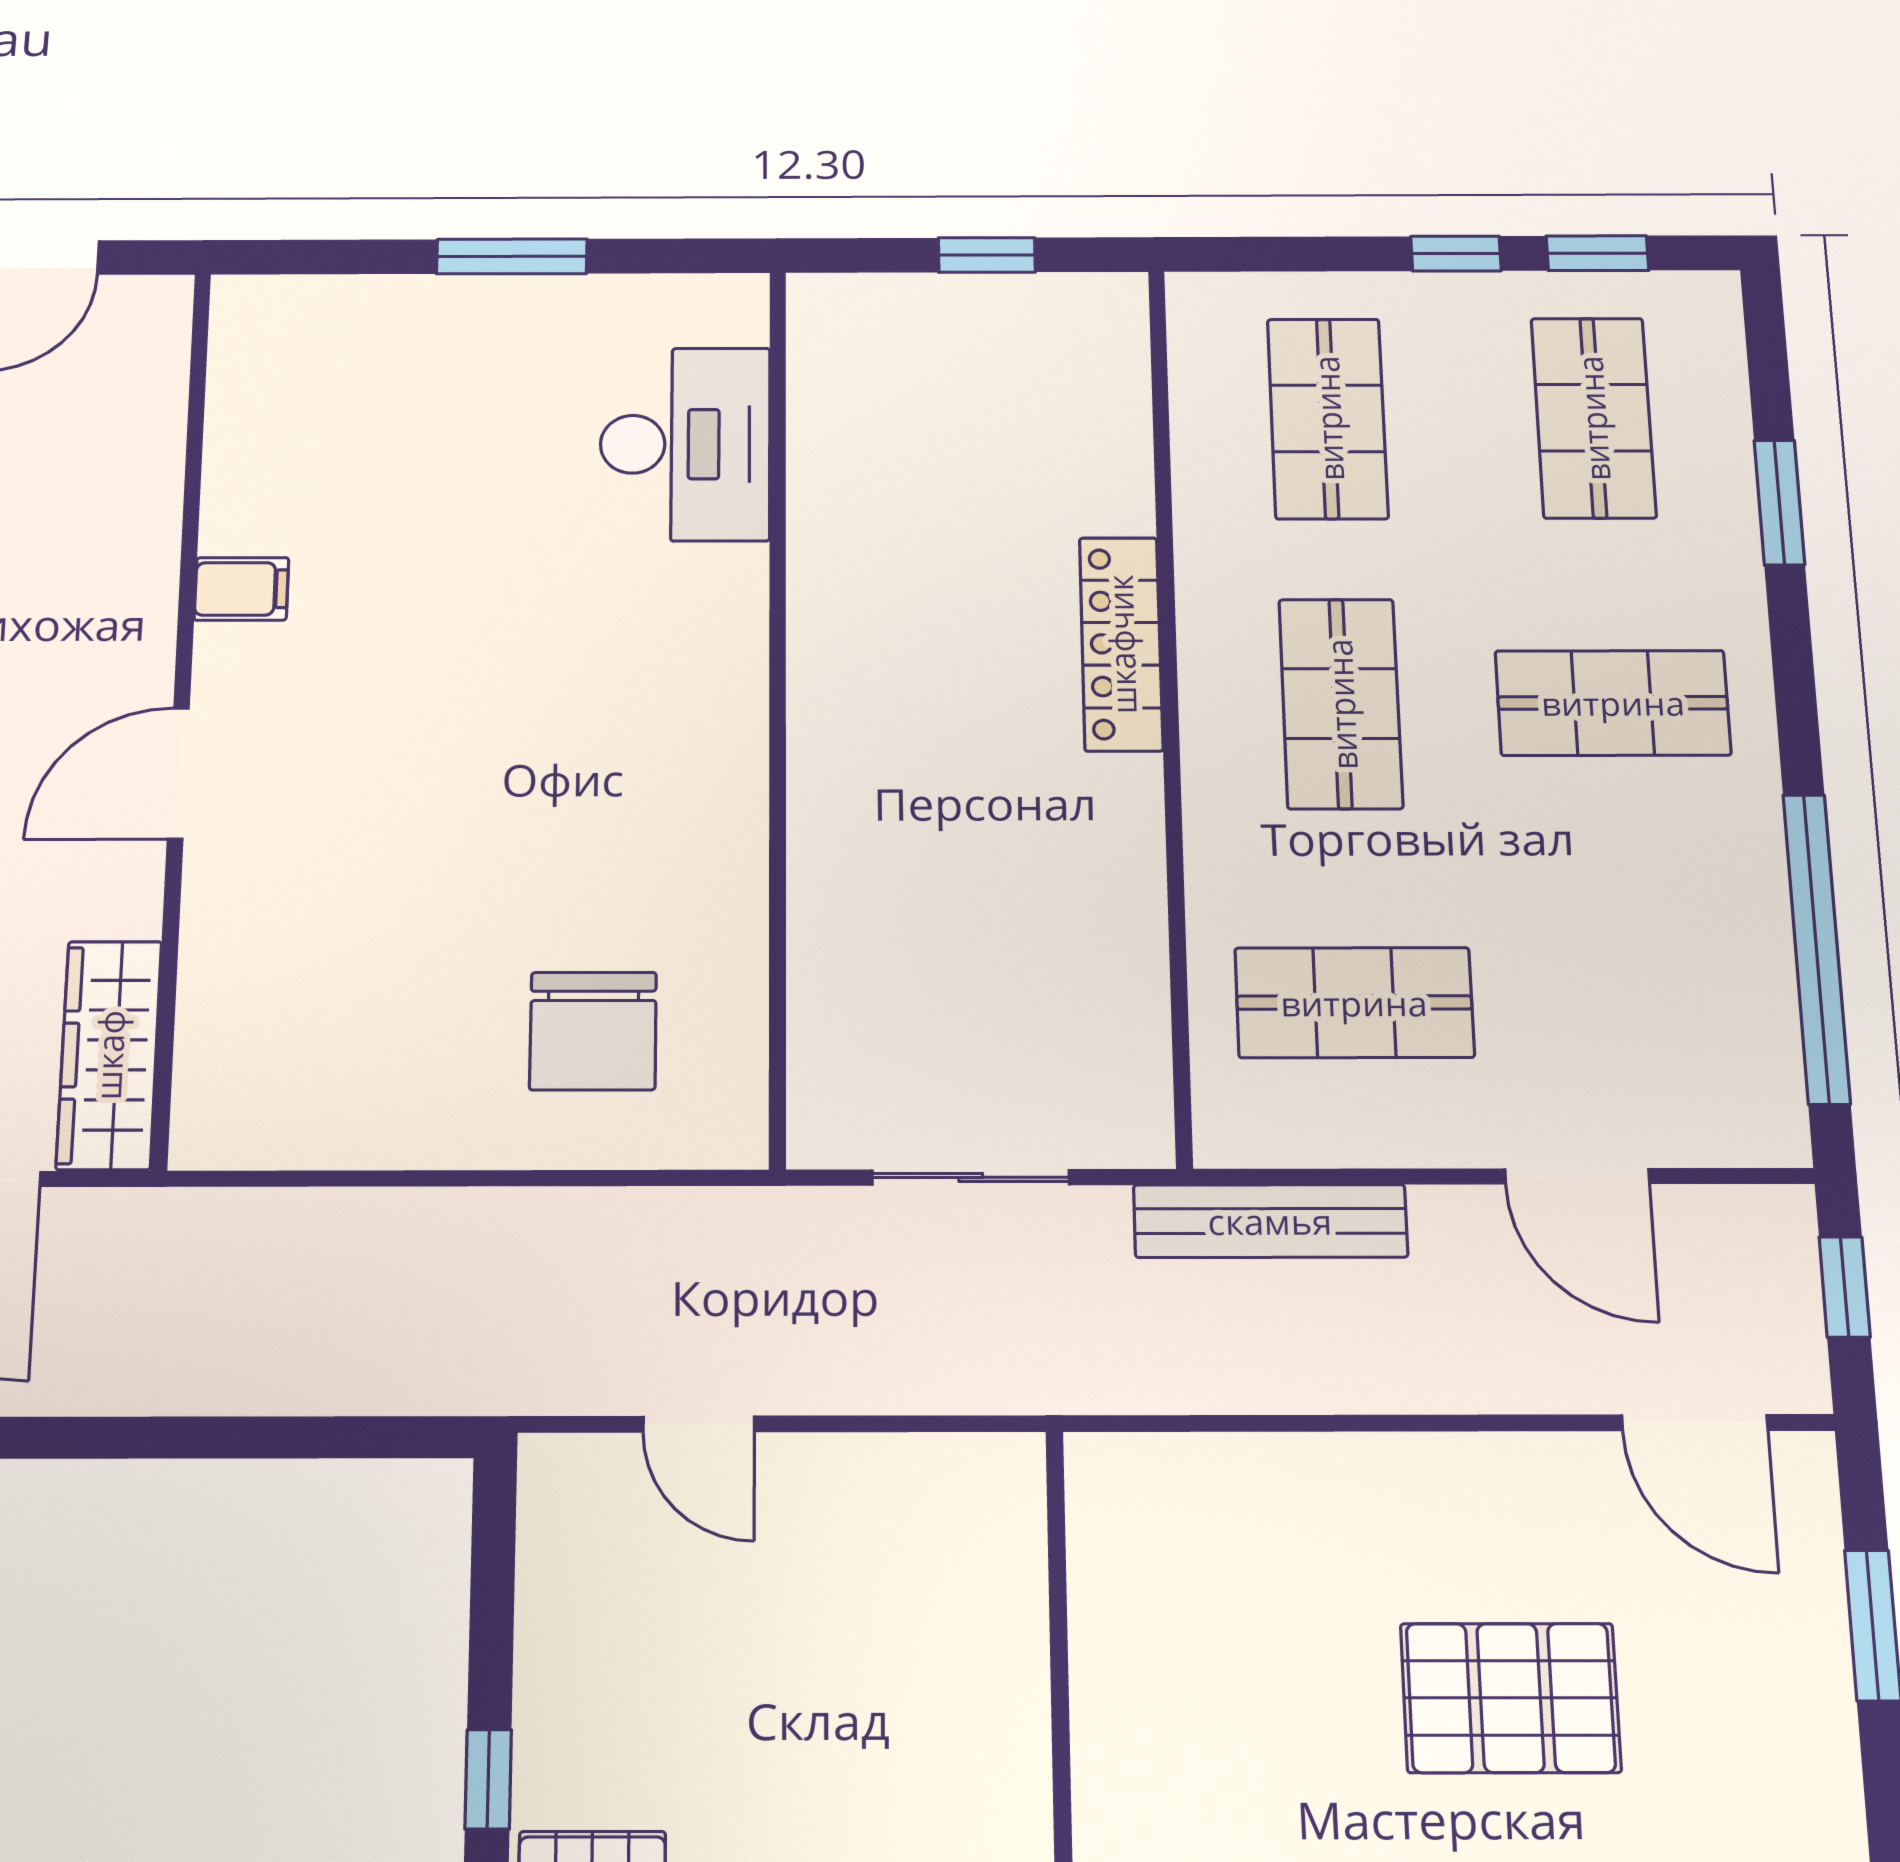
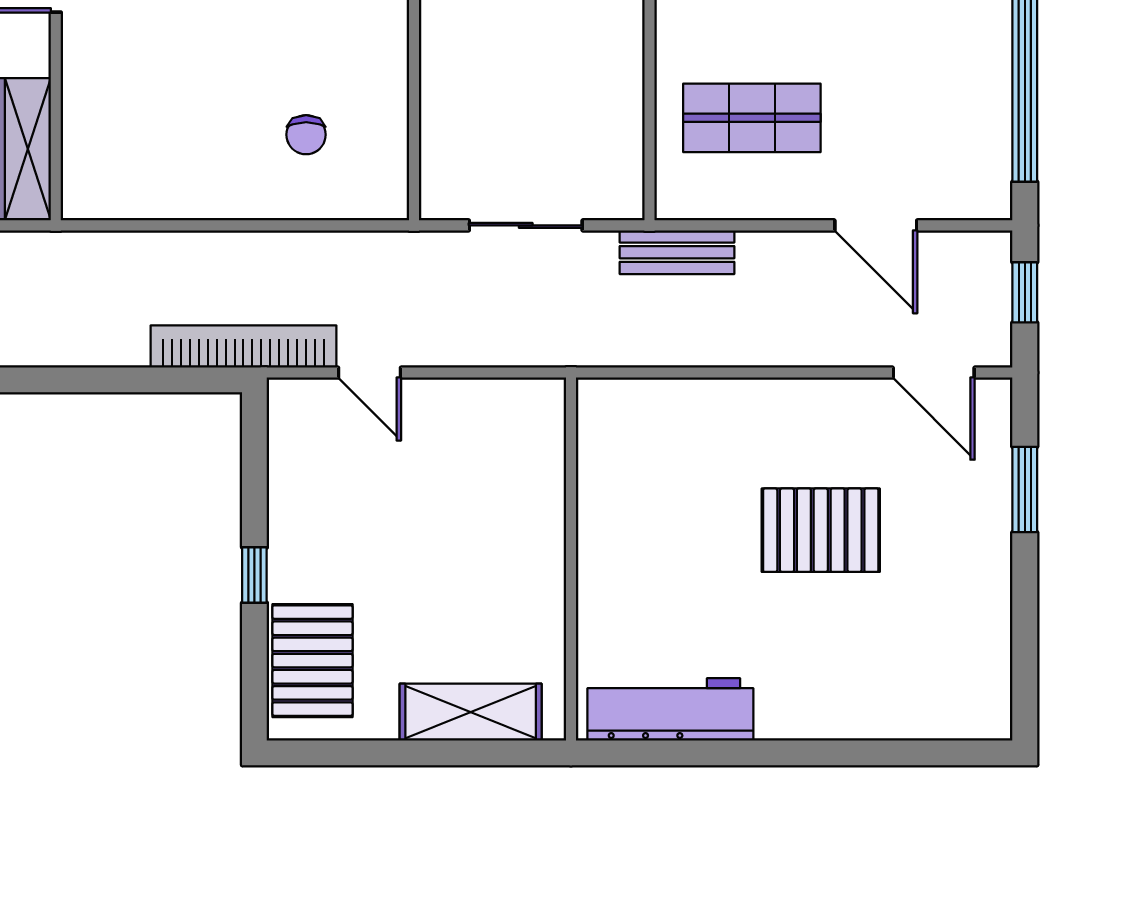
chair: (593, 1031) -> (306, 135), width x0.54, depth x0.54
bench: (1270, 1221) -> (677, 252), width x0.73
bookcase: (478, 1380) -> (243, 347), added

